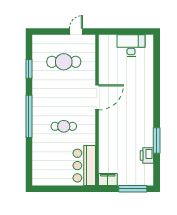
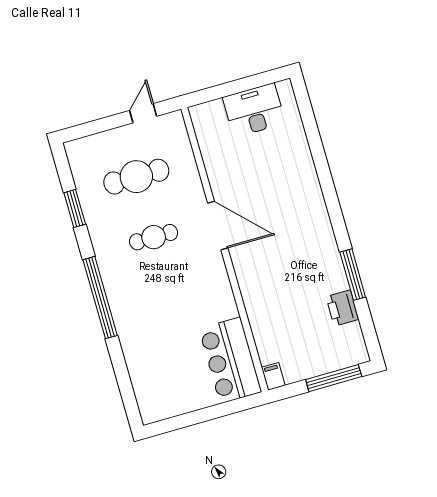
door: (97, 97) -> (218, 226), hinge flipped
cafe table: (64, 126) -> (154, 237), moved
filing cabinet: (108, 179) -> (273, 376), width x0.50

